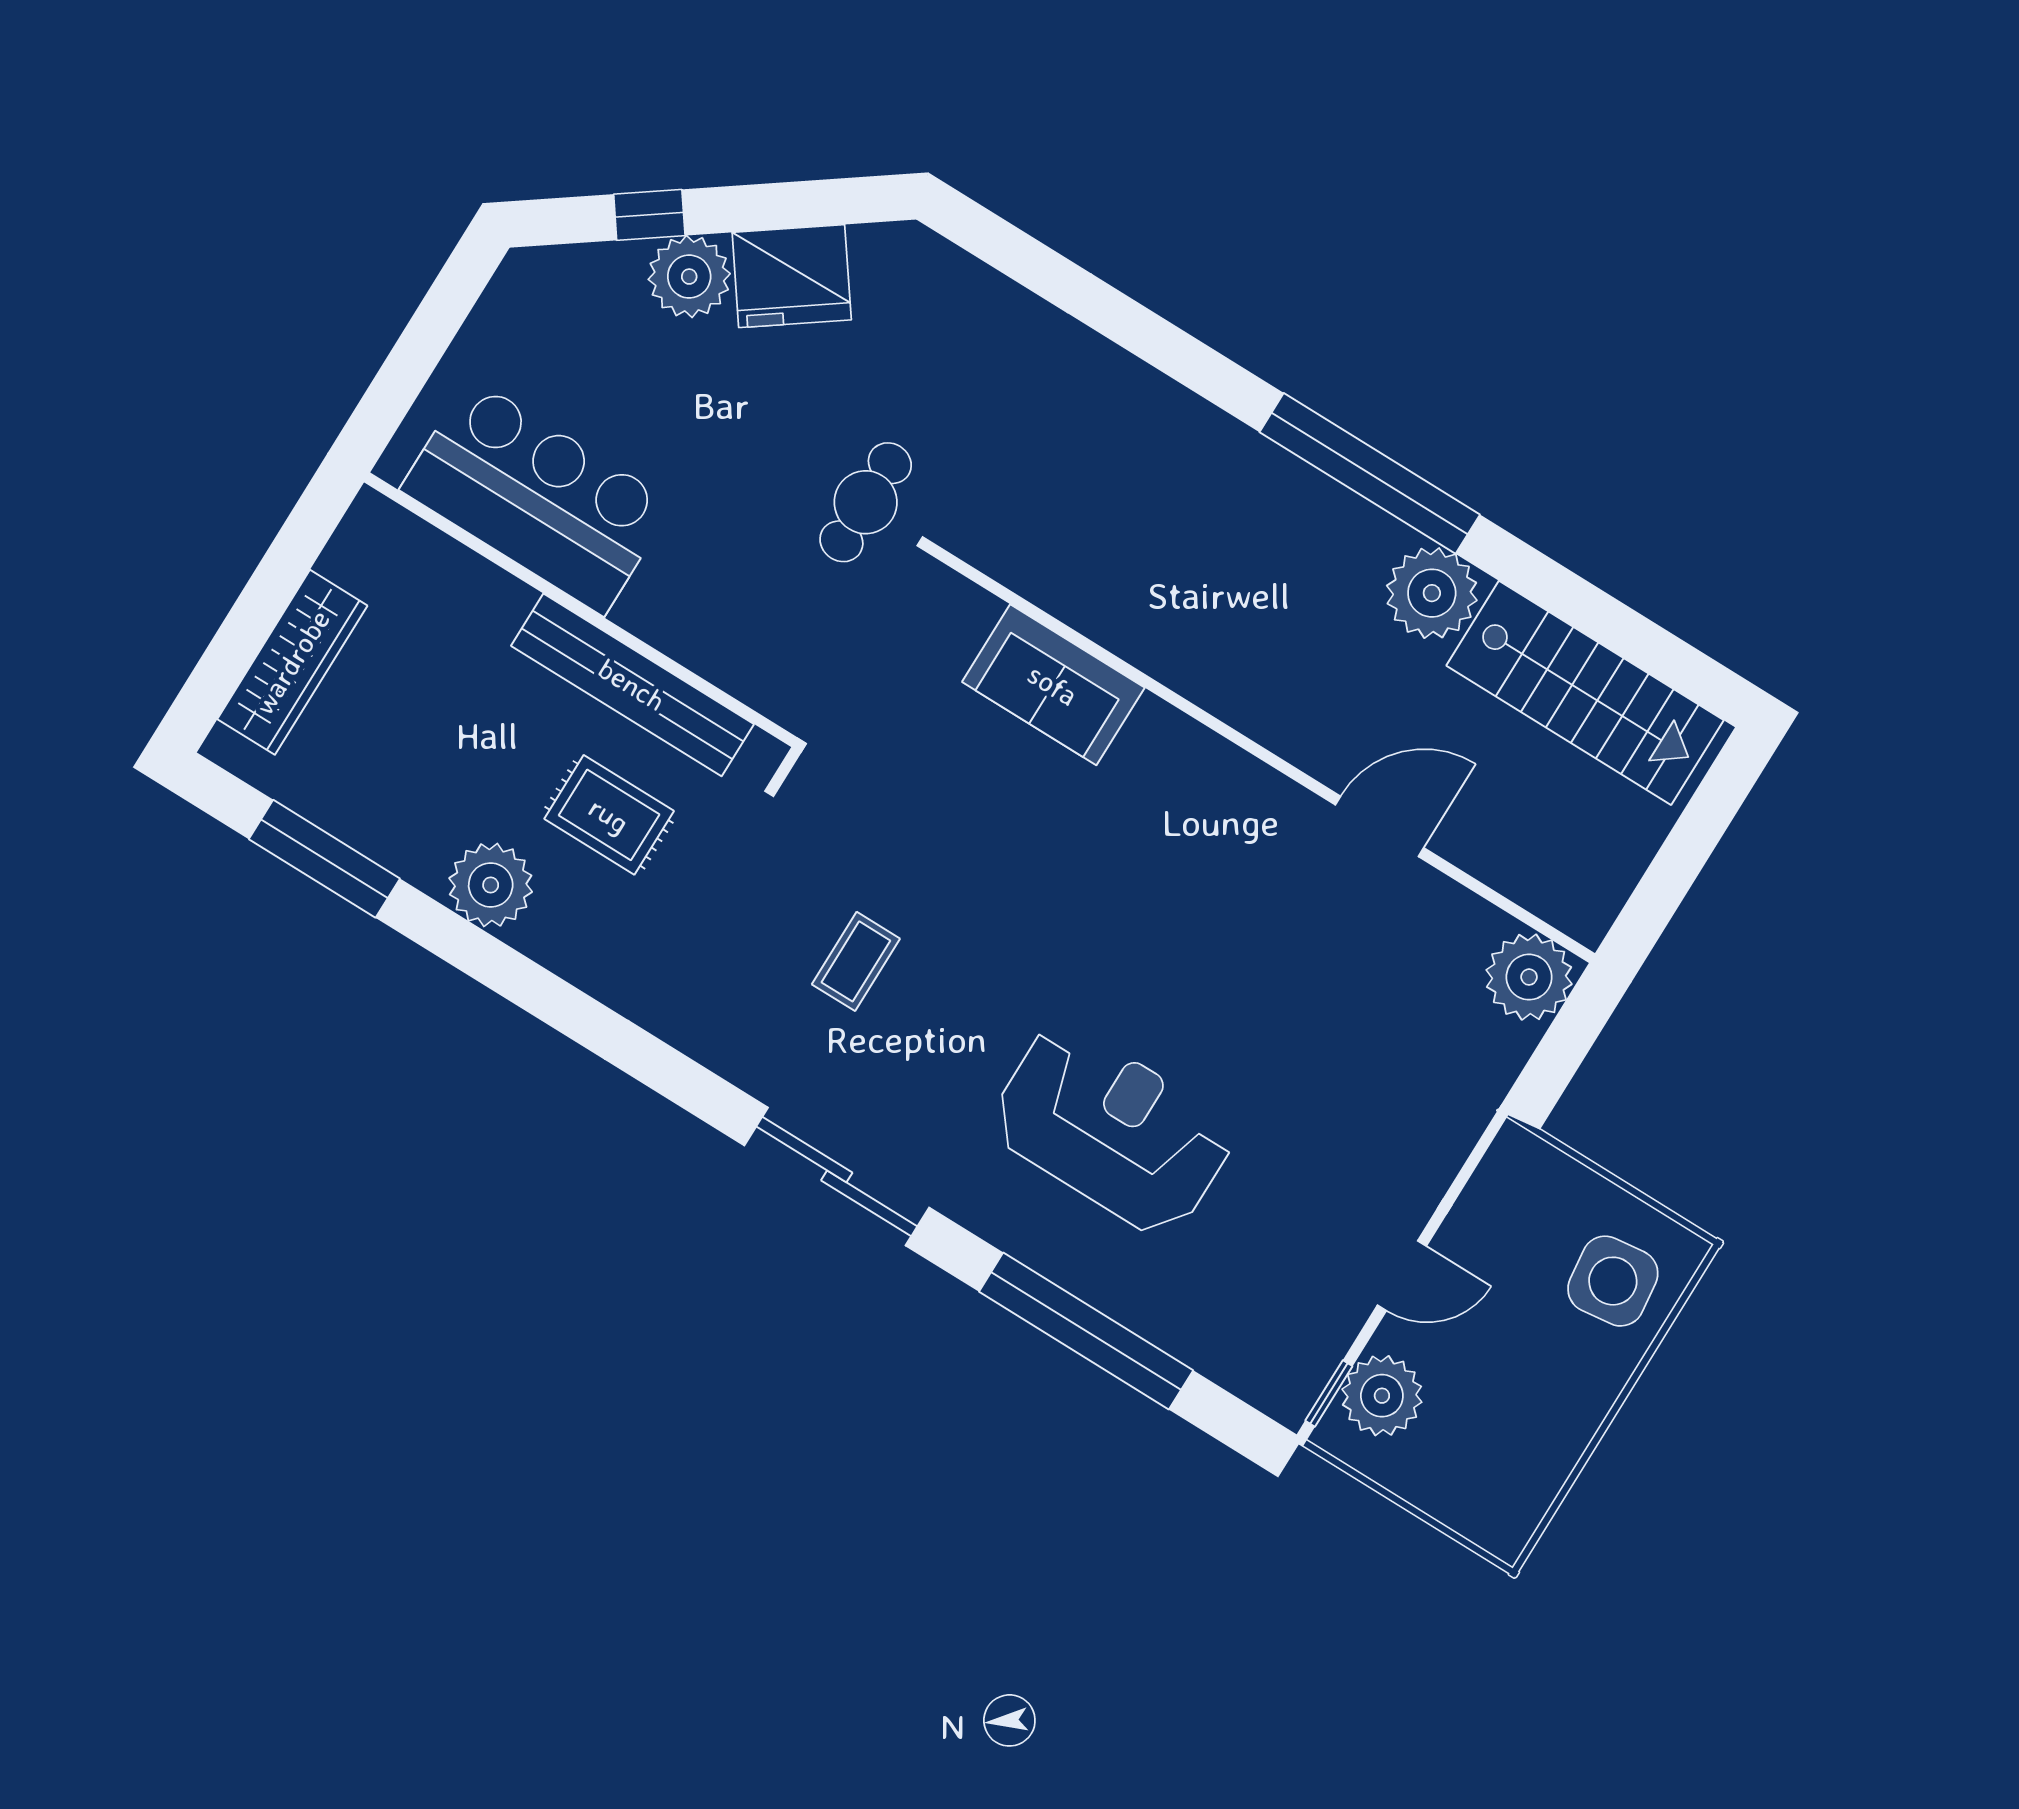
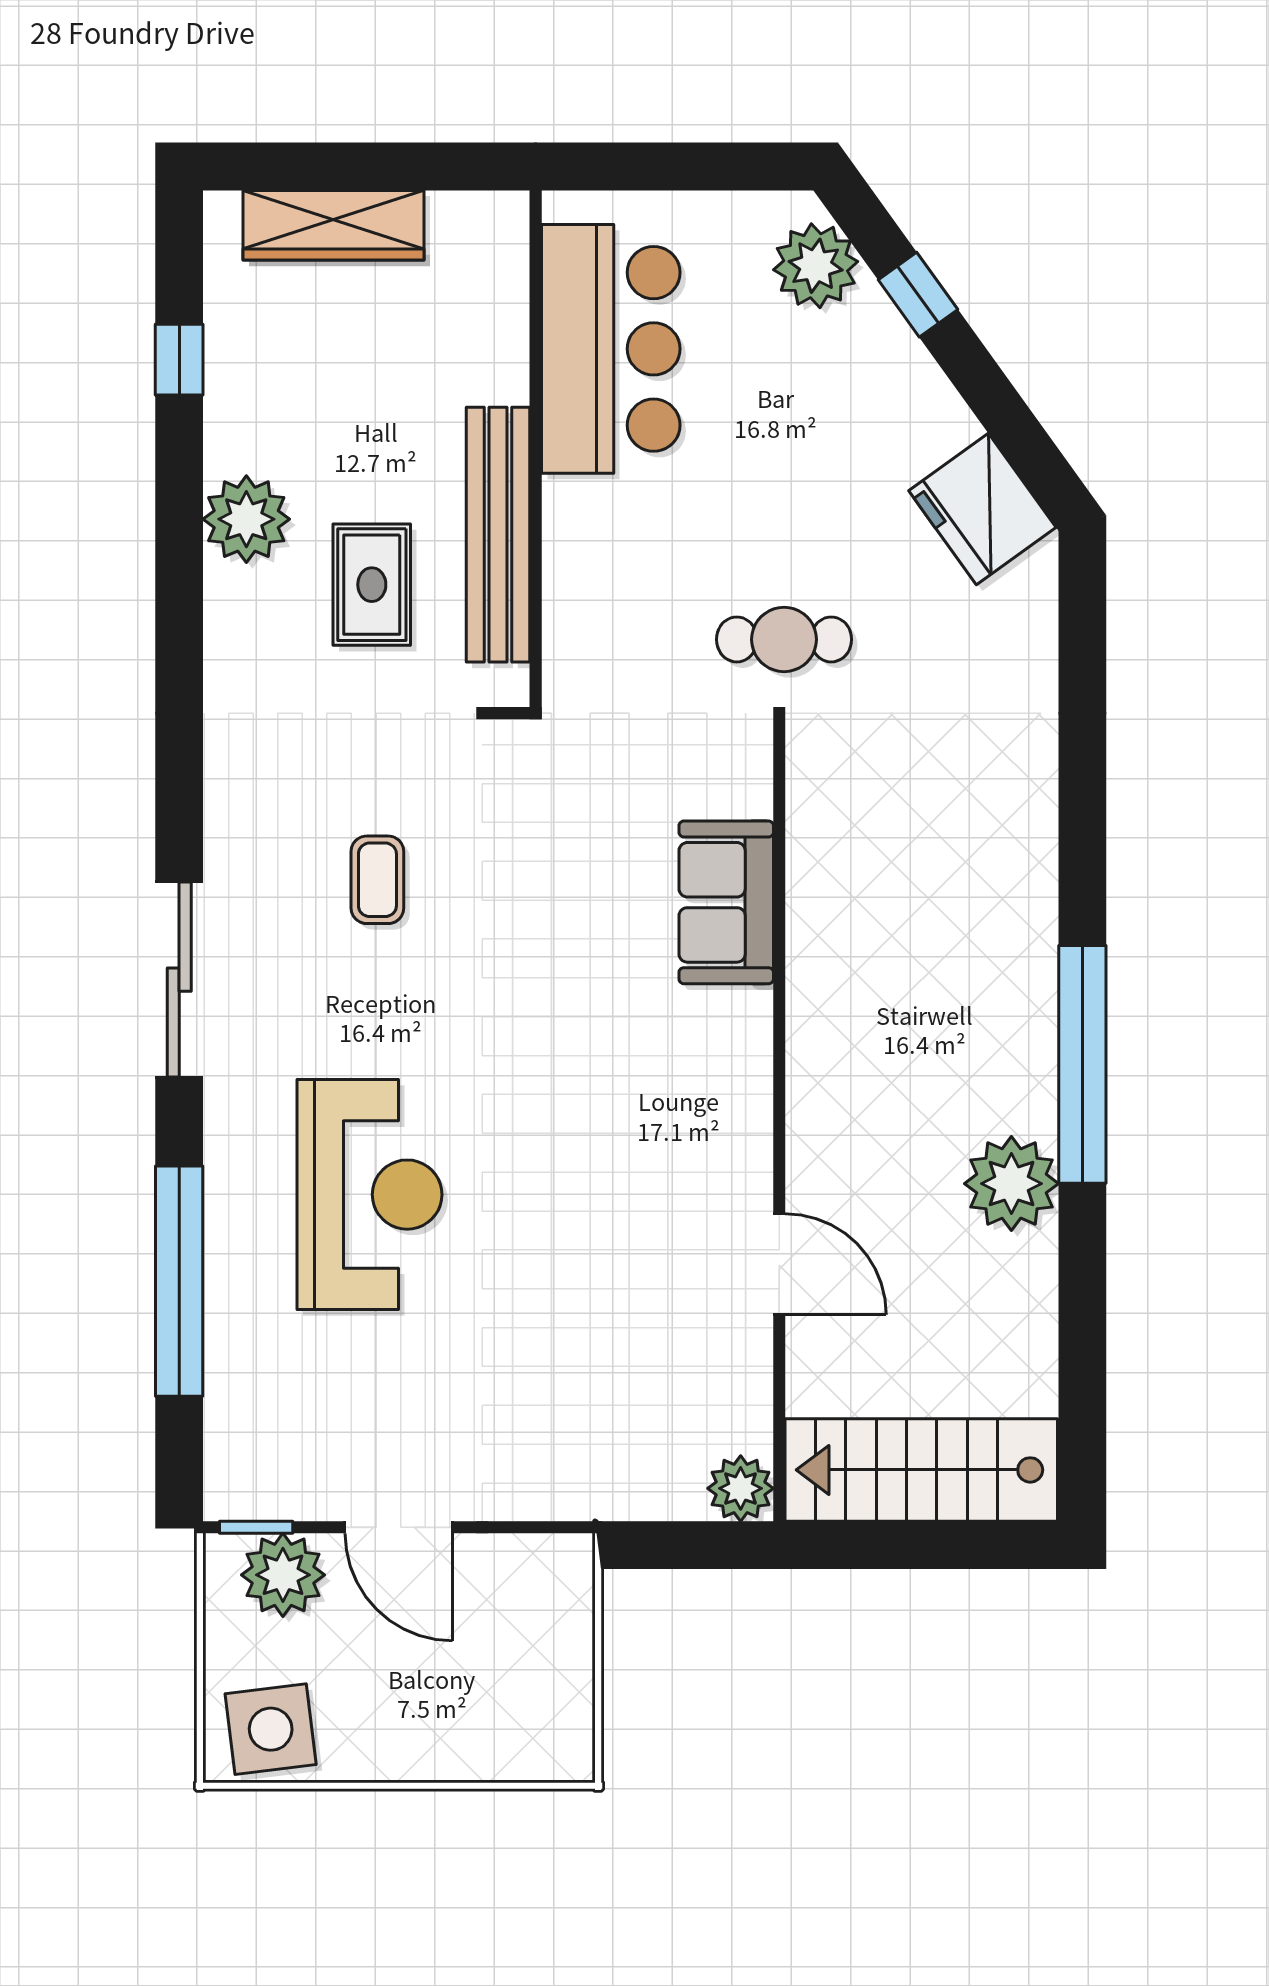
fridge: (792, 276) -> (982, 509), moved
plant: (689, 277) -> (816, 266), moved
stairs: (1585, 693) -> (921, 1470), moved, turned 90
window: (324, 859) -> (179, 360), width x0.46
coffee table: (856, 961) -> (377, 880), turned 90
plant: (1529, 977) -> (741, 1488), width x0.73, depth x0.73
door: (1402, 1276) -> (399, 1527), width x1.38
side table: (1613, 1281) -> (271, 1729), moved

